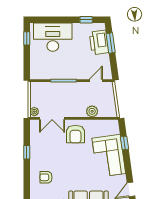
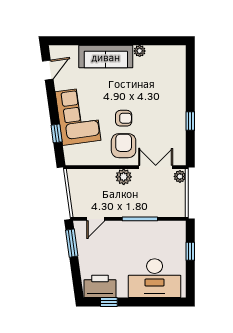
window: (27, 38) -> (190, 251), moved
printer: (99, 42) -> (100, 286), moved, turned -82
window: (111, 43) -> (72, 243), moved
plant: (92, 111) -> (124, 177), moved
armchair: (46, 177) -> (124, 118), moved

